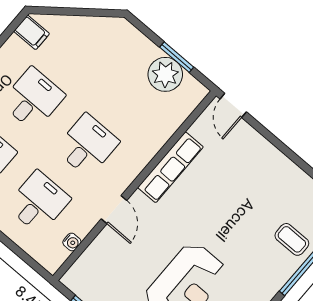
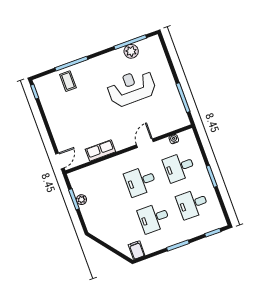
plant: (165, 74) -> (81, 200), width x0.53, depth x0.53
row of seats: (170, 167) -> (100, 151), width x0.68

